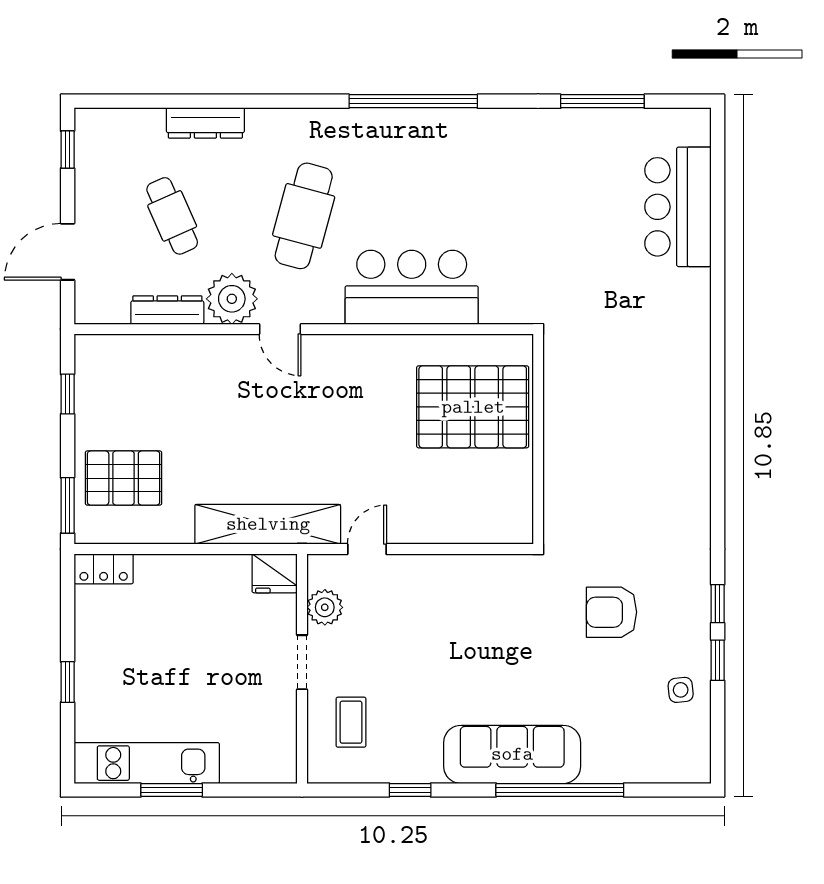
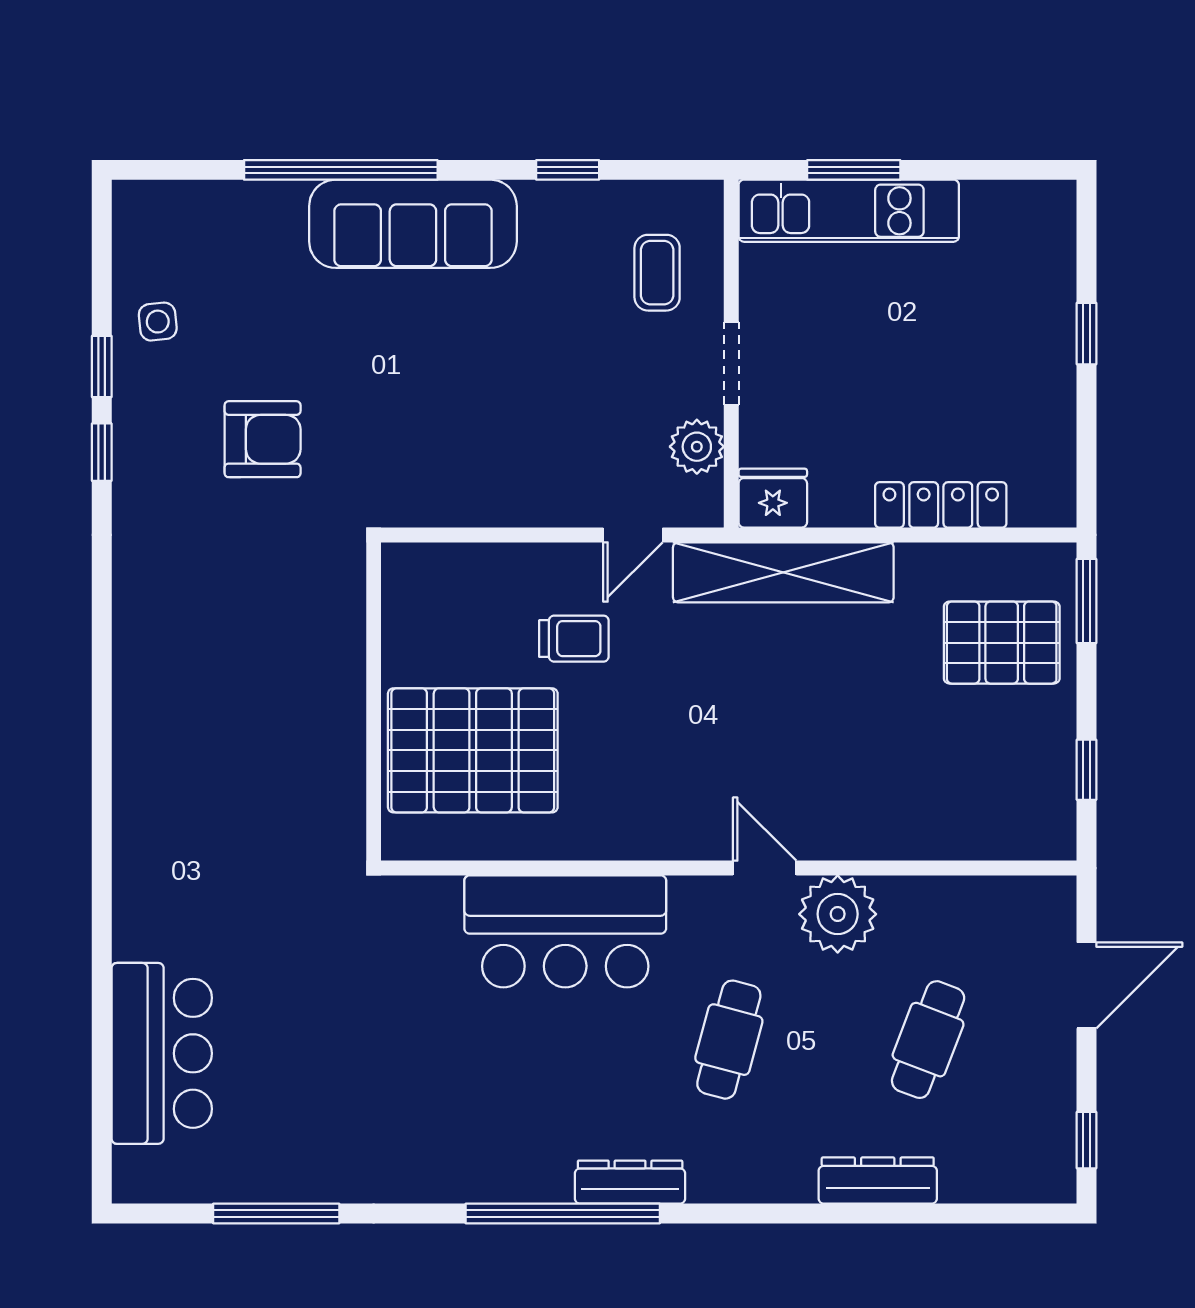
cafe table: (172, 216) -> (928, 1040), turned 45
cafe table: (304, 216) -> (729, 1040), width x0.73, depth x0.74
dresser: (167, 310) -> (630, 1182), moved, turned 180
trolley: (406, 481) -> (574, 639), added
locker: (104, 569) -> (941, 505), moved, width x1.53
kitchen unit: (147, 763) -> (849, 211), moved
window: (172, 790) -> (854, 170), moved

